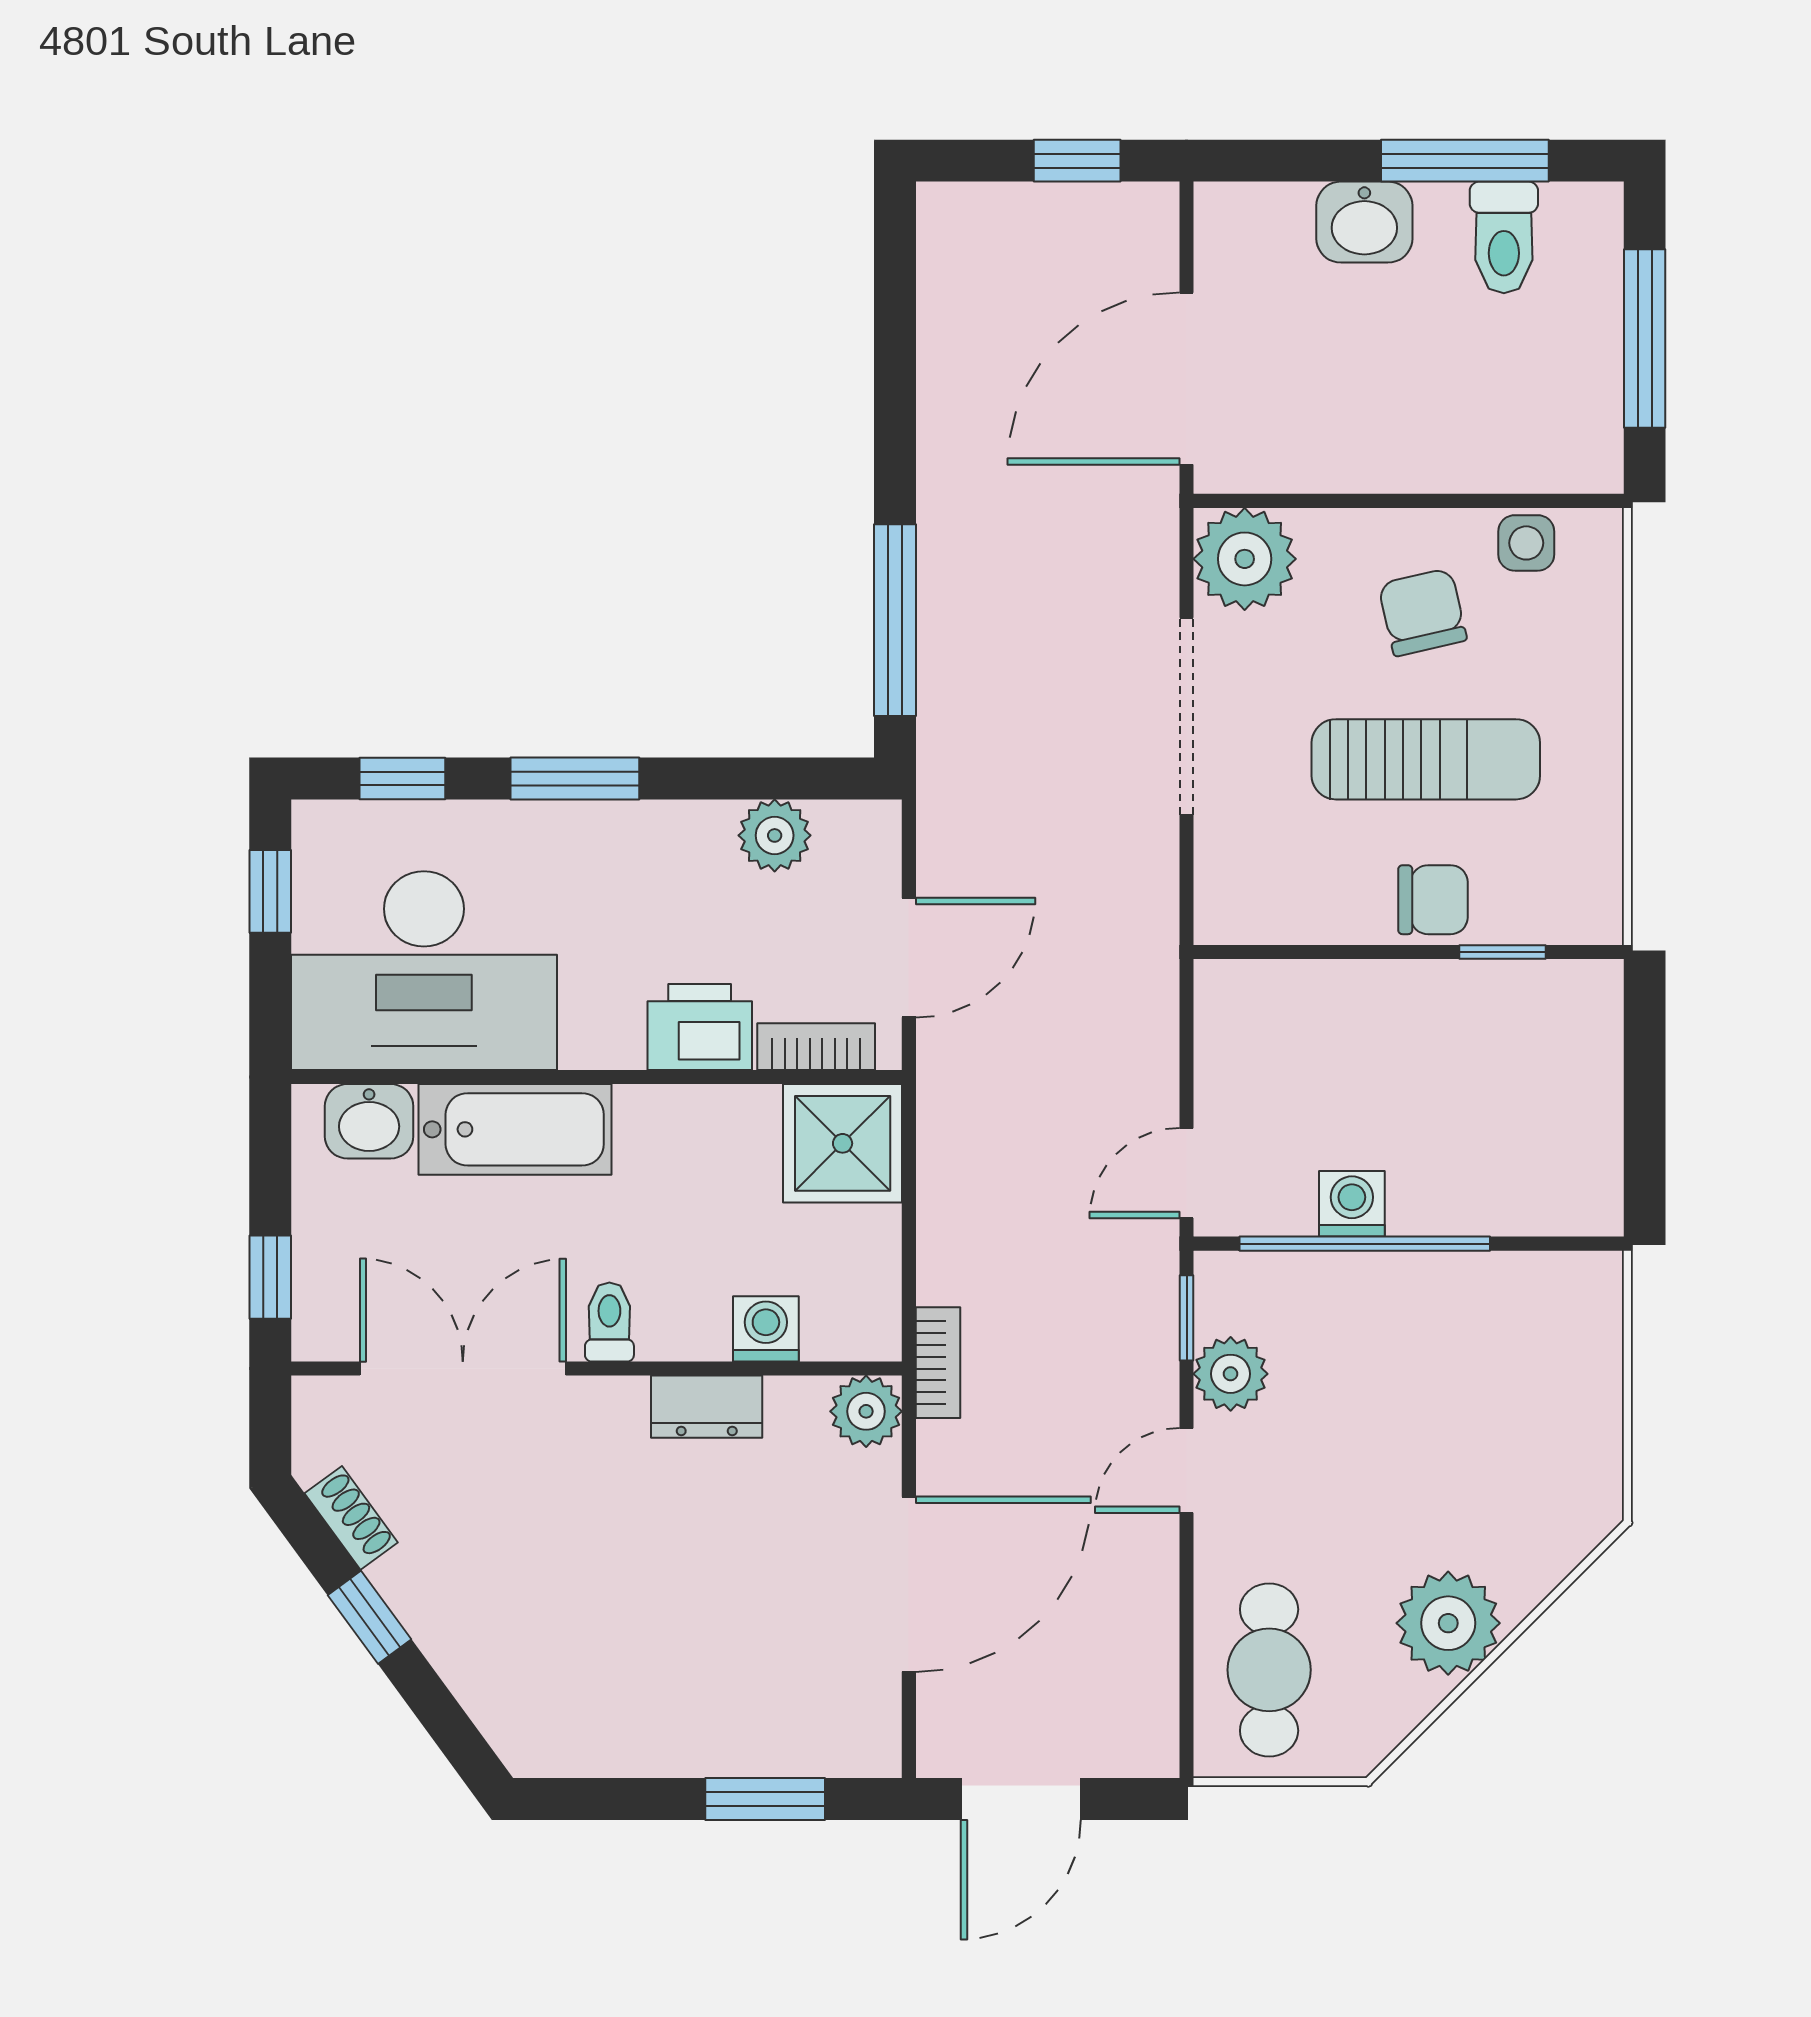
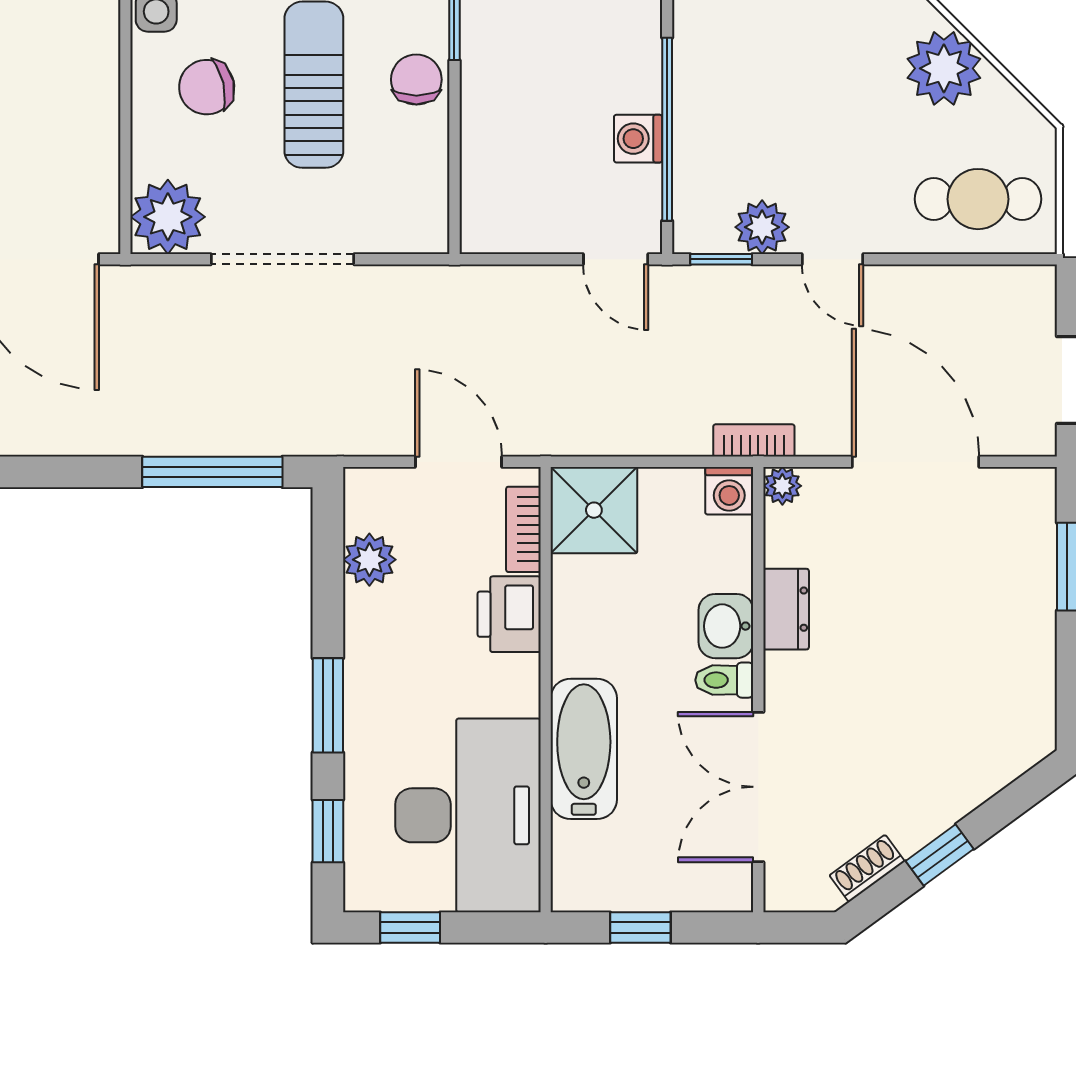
washbasin: (369, 1121) -> (726, 626), moved, turned 180
window: (270, 1277) -> (640, 927), moved
washing machine: (766, 1329) -> (729, 491), moved, turned -90
plant: (866, 1411) -> (782, 486), width x0.73, depth x0.73

